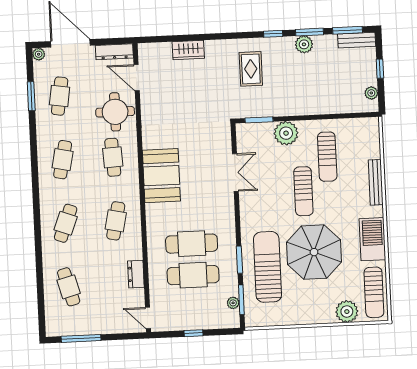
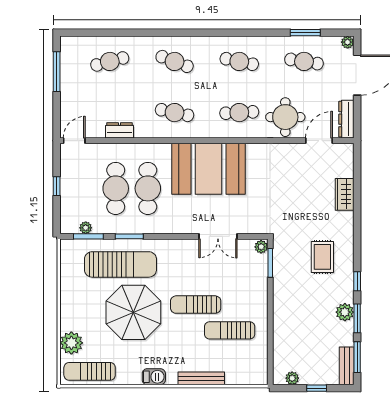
rug: (251, 69) -> (322, 257), turned 90
plant: (286, 133) -> (261, 247), moved, width x0.53, depth x0.53
booth: (161, 176) -> (209, 169), width x1.36, depth x1.42
barbecue: (372, 239) -> (154, 377), width x0.53, depth x0.65

